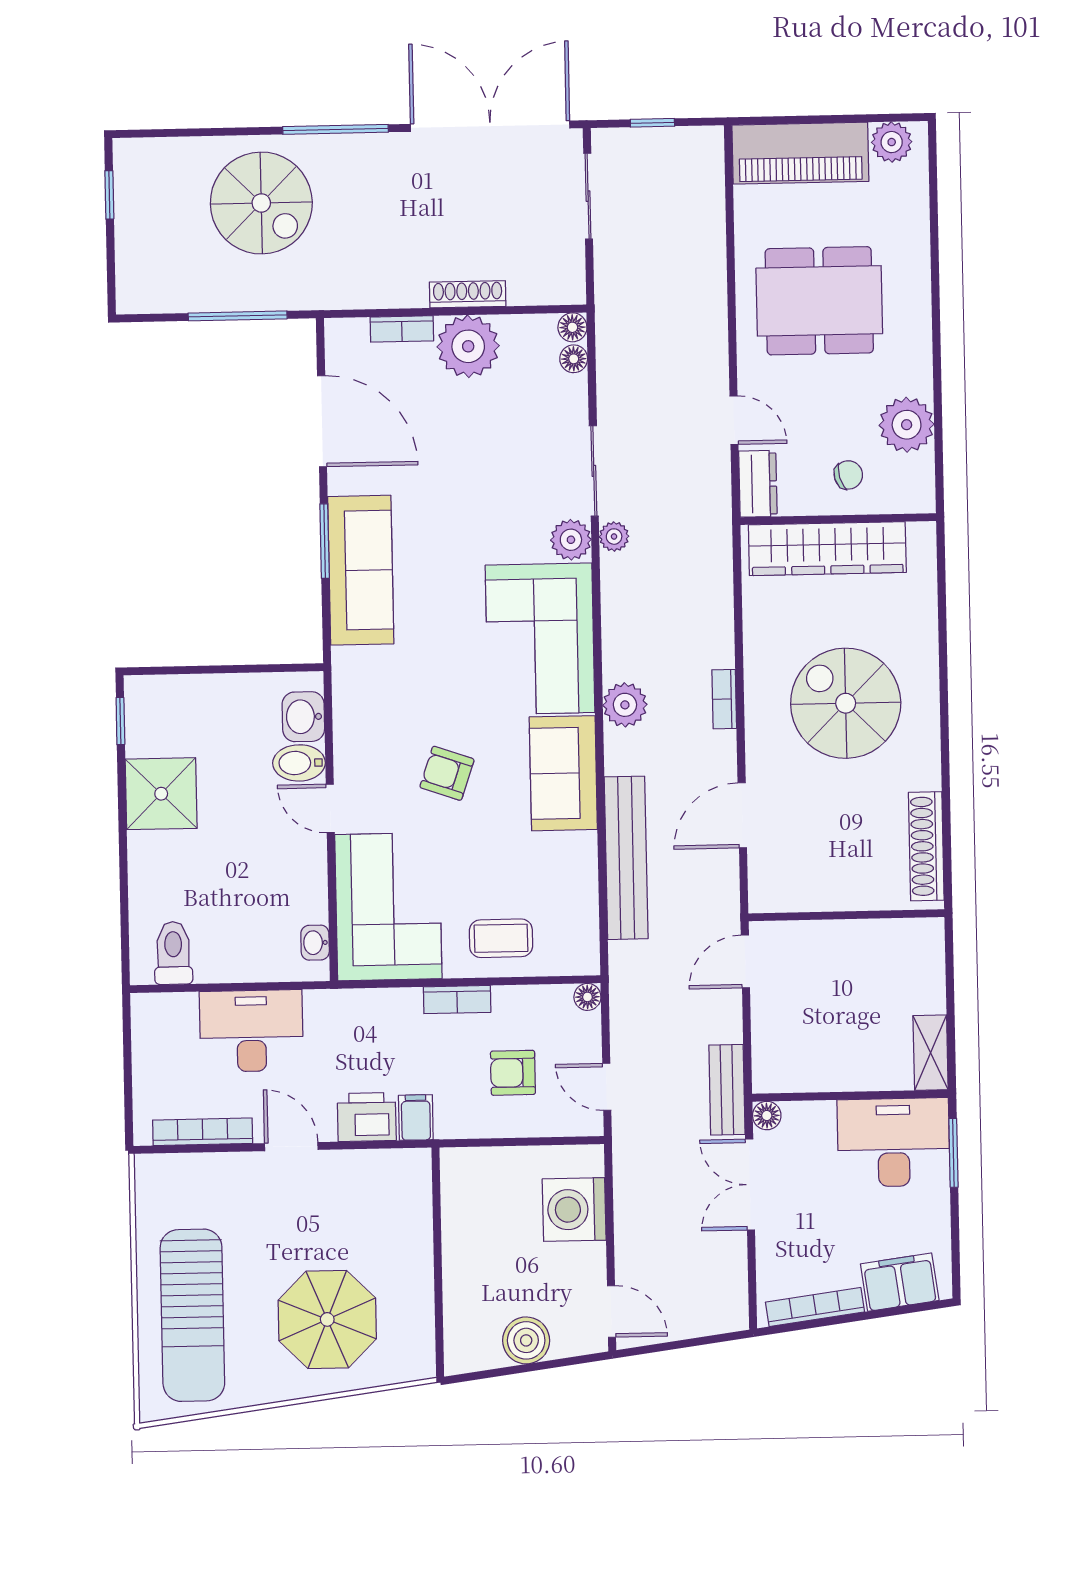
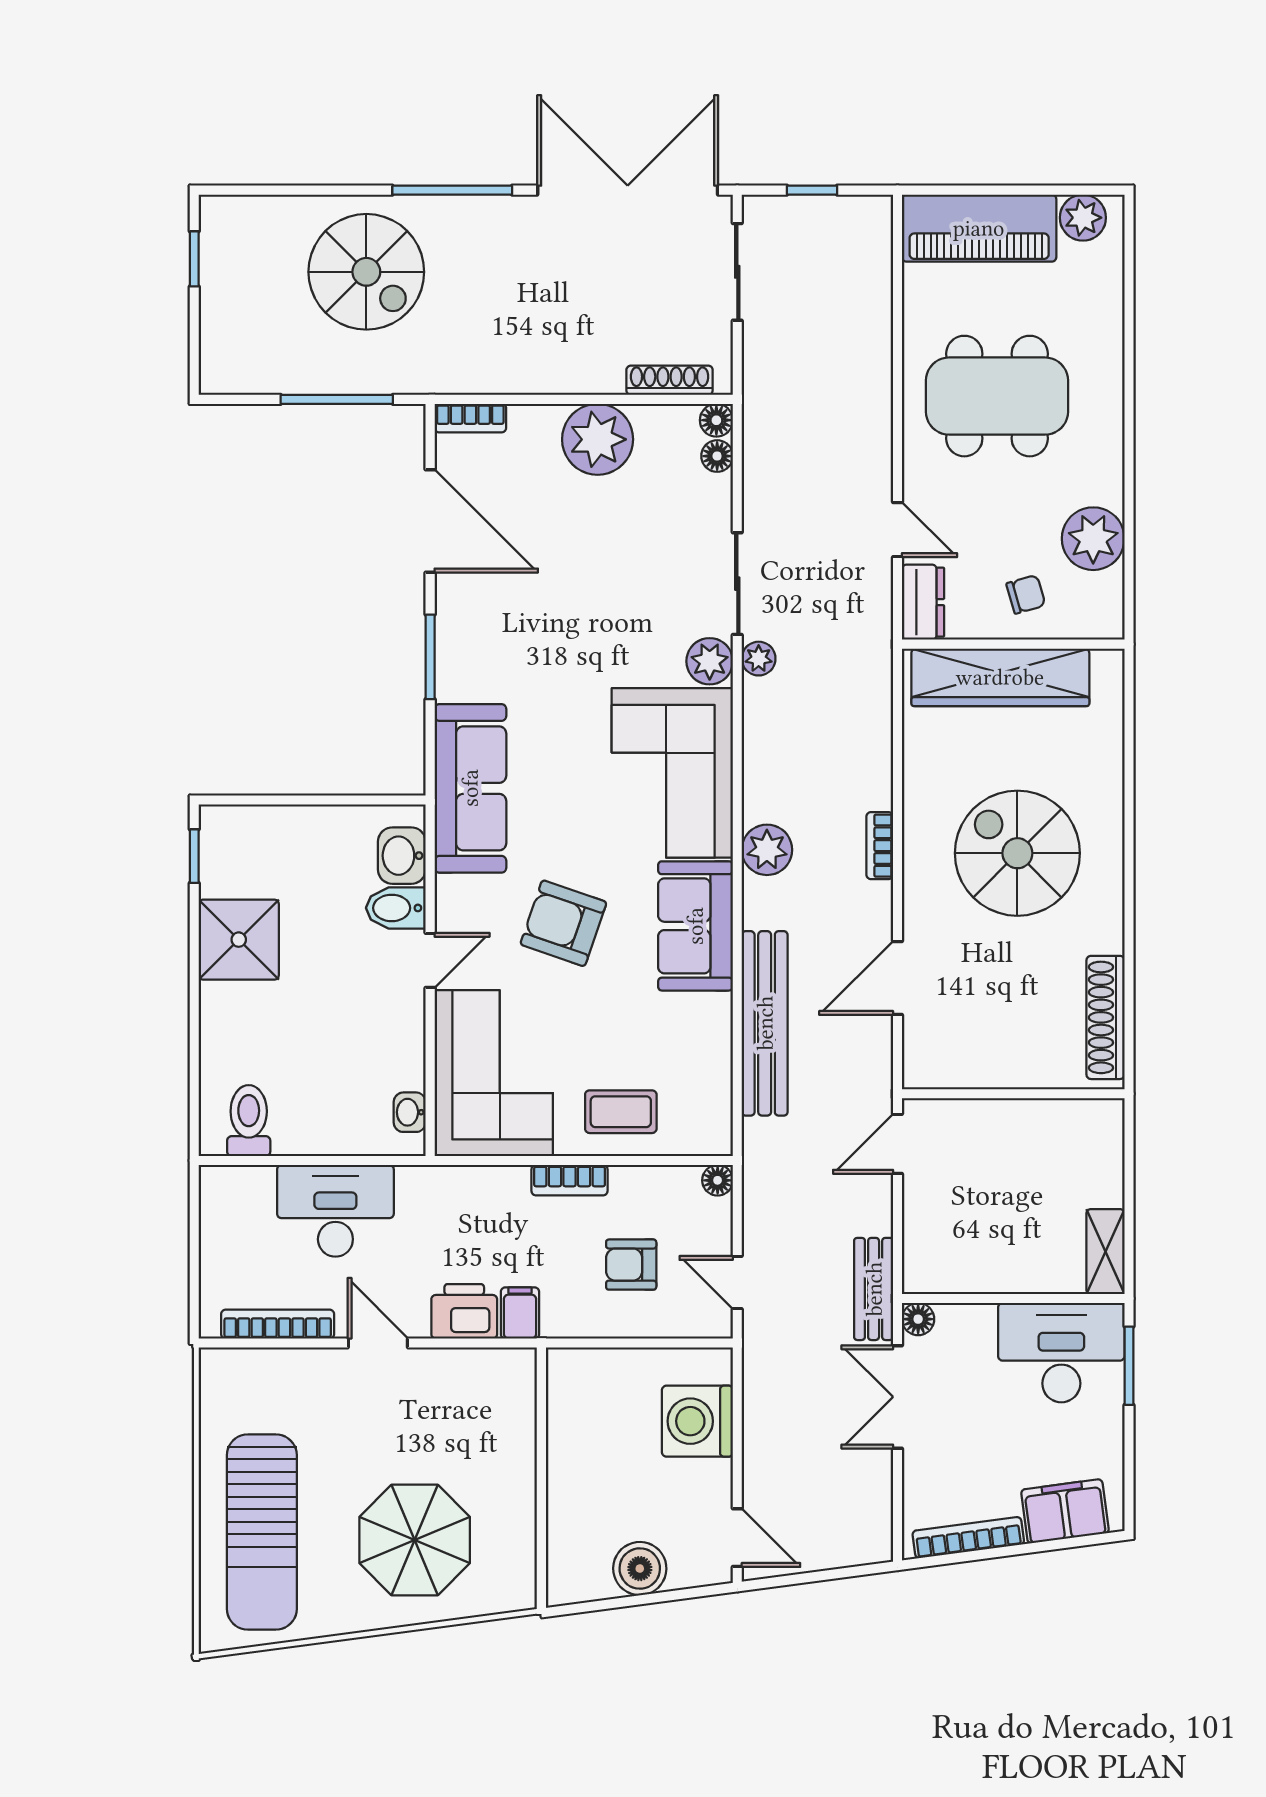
shoe rack: (468, 294) -> (670, 380), moved
bookcase: (402, 329) -> (470, 418), moved
sofa: (361, 570) -> (470, 788), moved
armchair: (447, 773) -> (563, 923), width x1.38, depth x1.38
door: (330, 808) -> (430, 960), swing flipped

